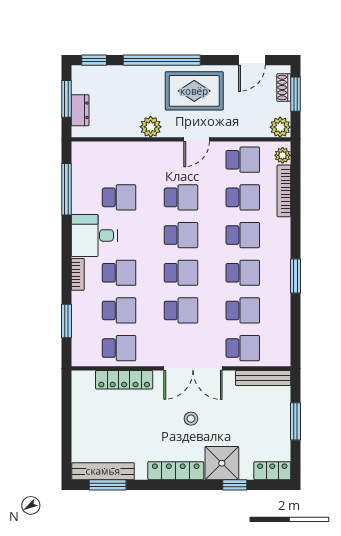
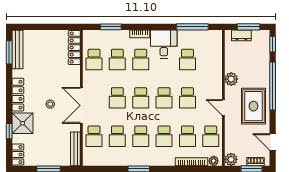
locker: (124, 380) -> (74, 48), moved

